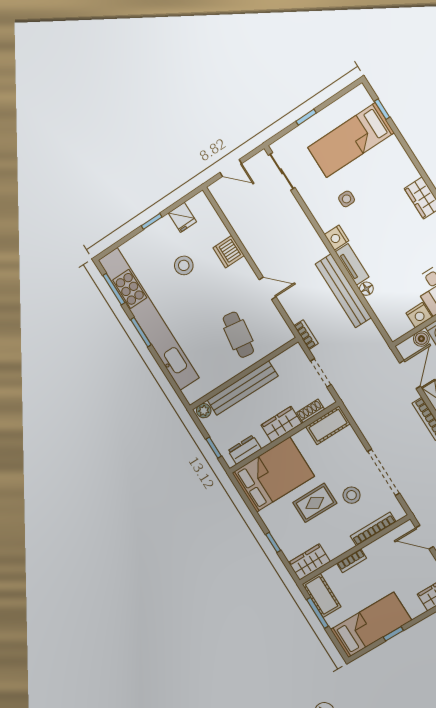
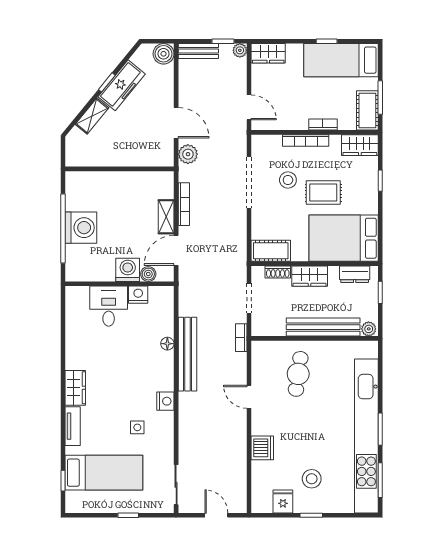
tv unit: (352, 264) -> (73, 426), moved, turned 180
stool: (184, 265) -> (312, 479), moved
bookcase: (373, 529) -> (306, 140), moved

